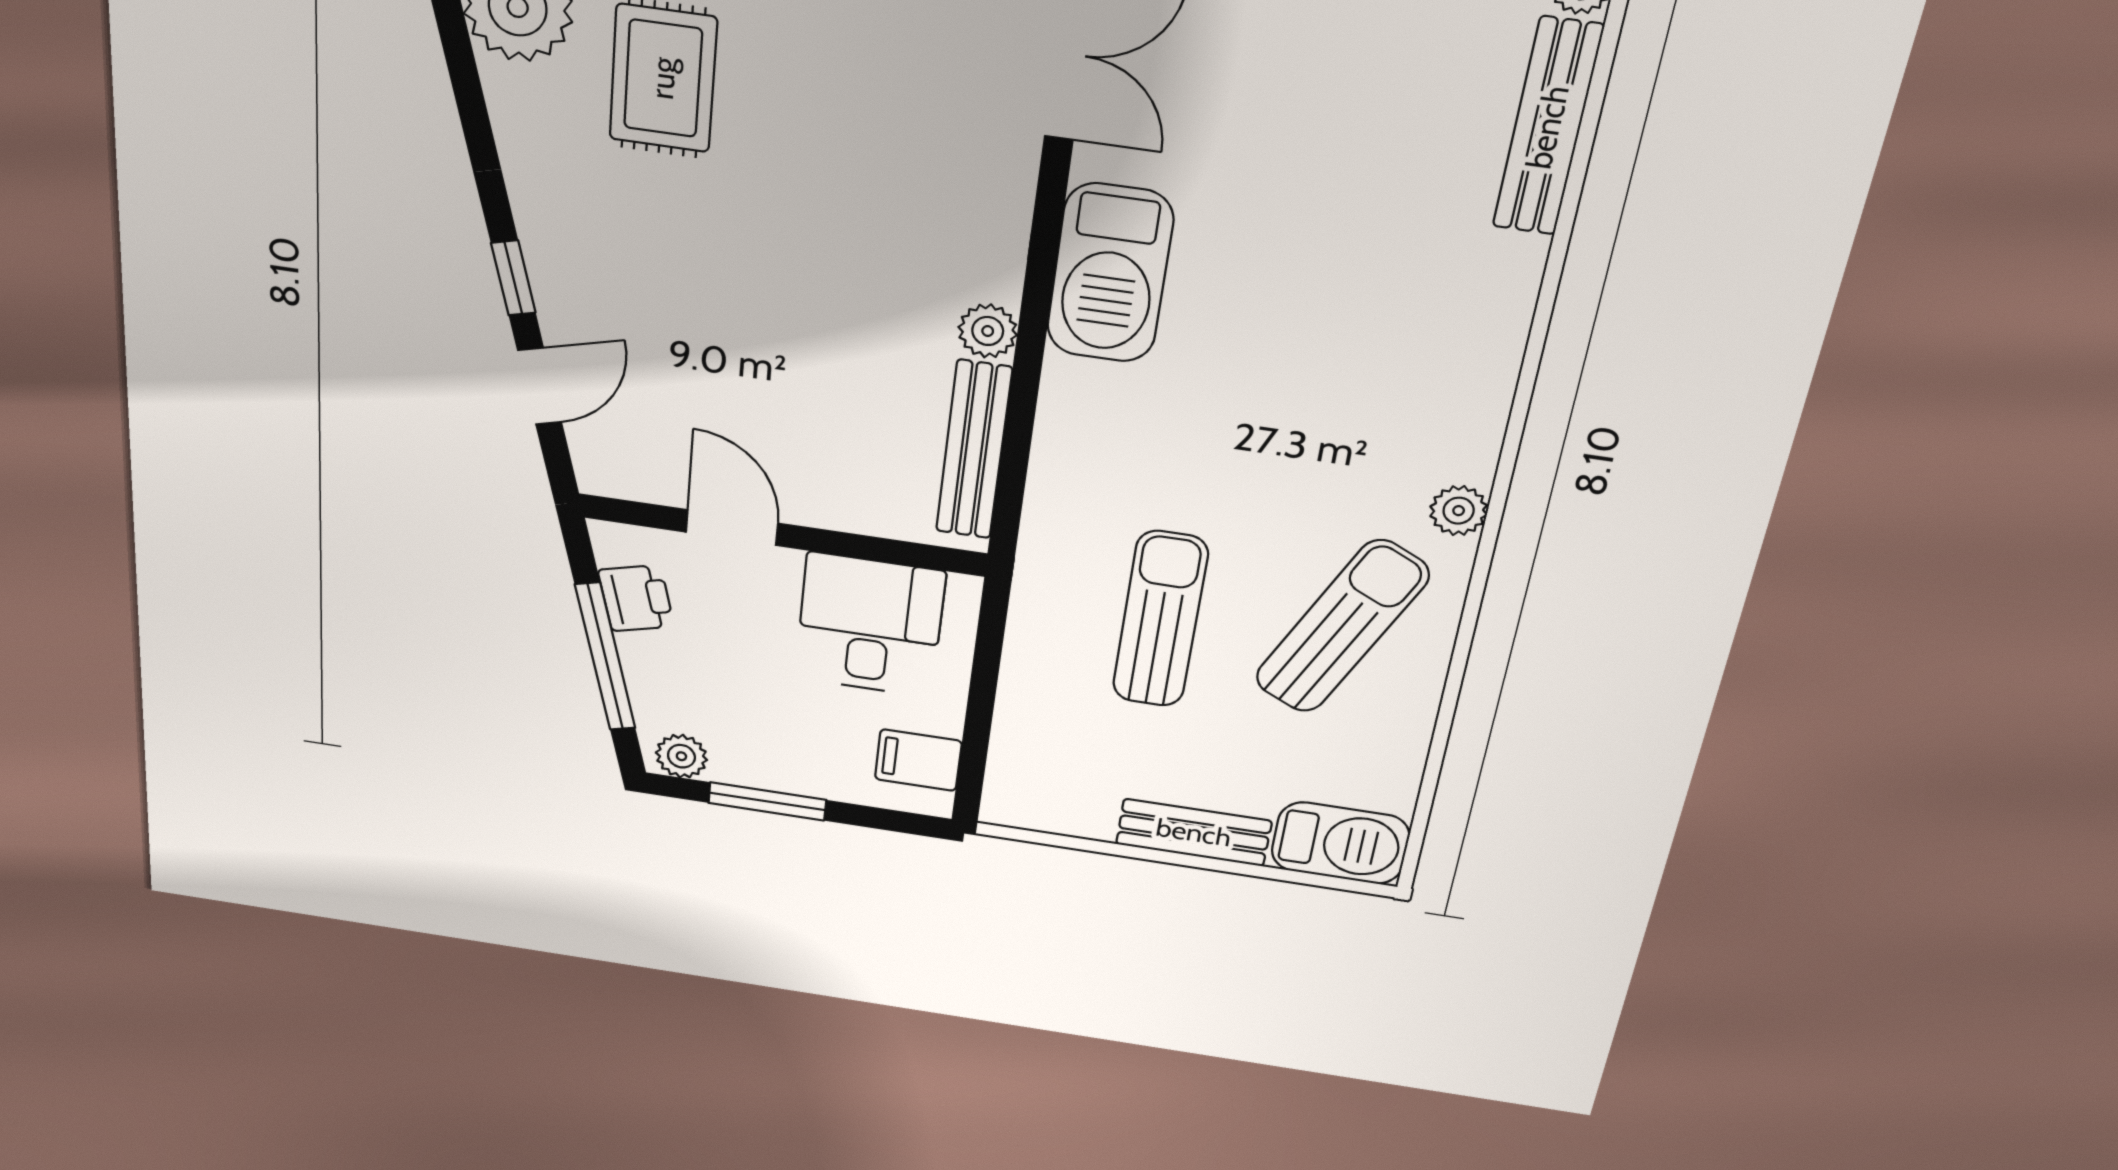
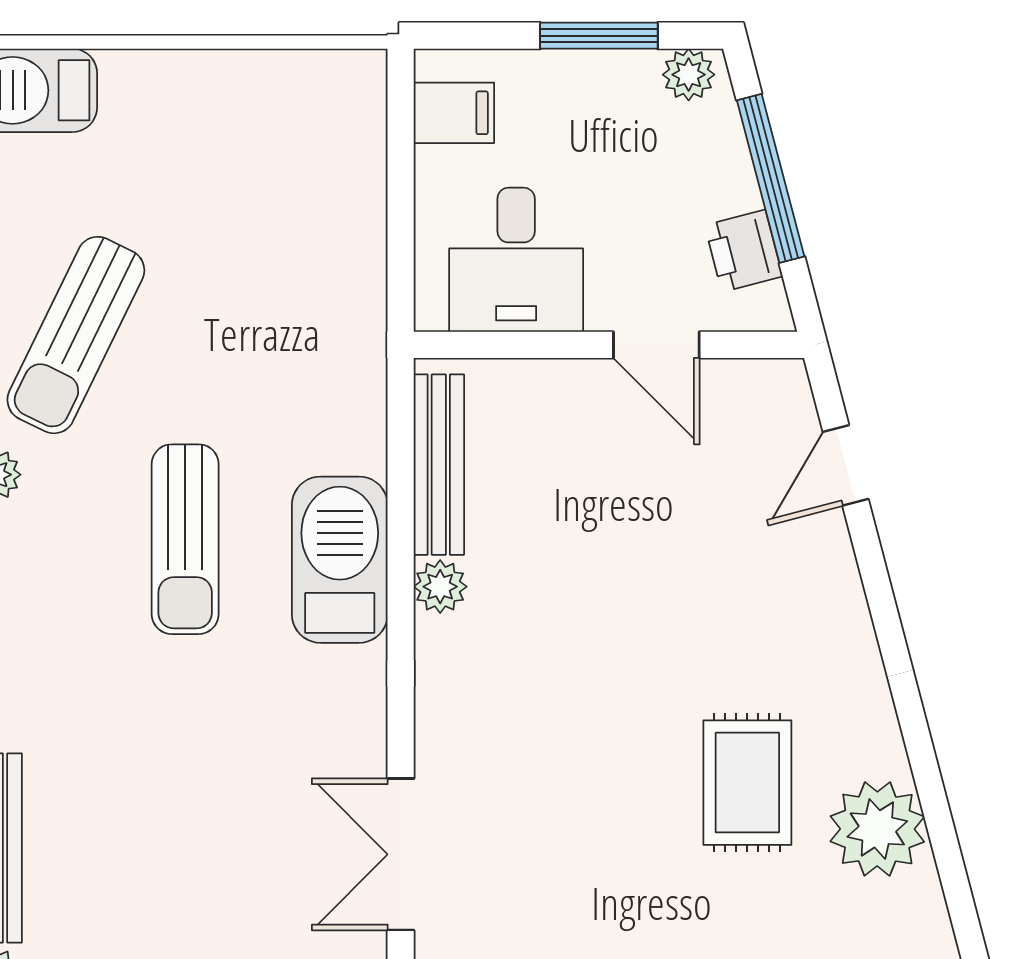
barbecue: (1110, 273) -> (340, 560), moved
window: (513, 278) -> (874, 572), removed
sun lounger: (1160, 619) -> (185, 539), moved
bench: (1194, 833) -> (175, 76), removed

